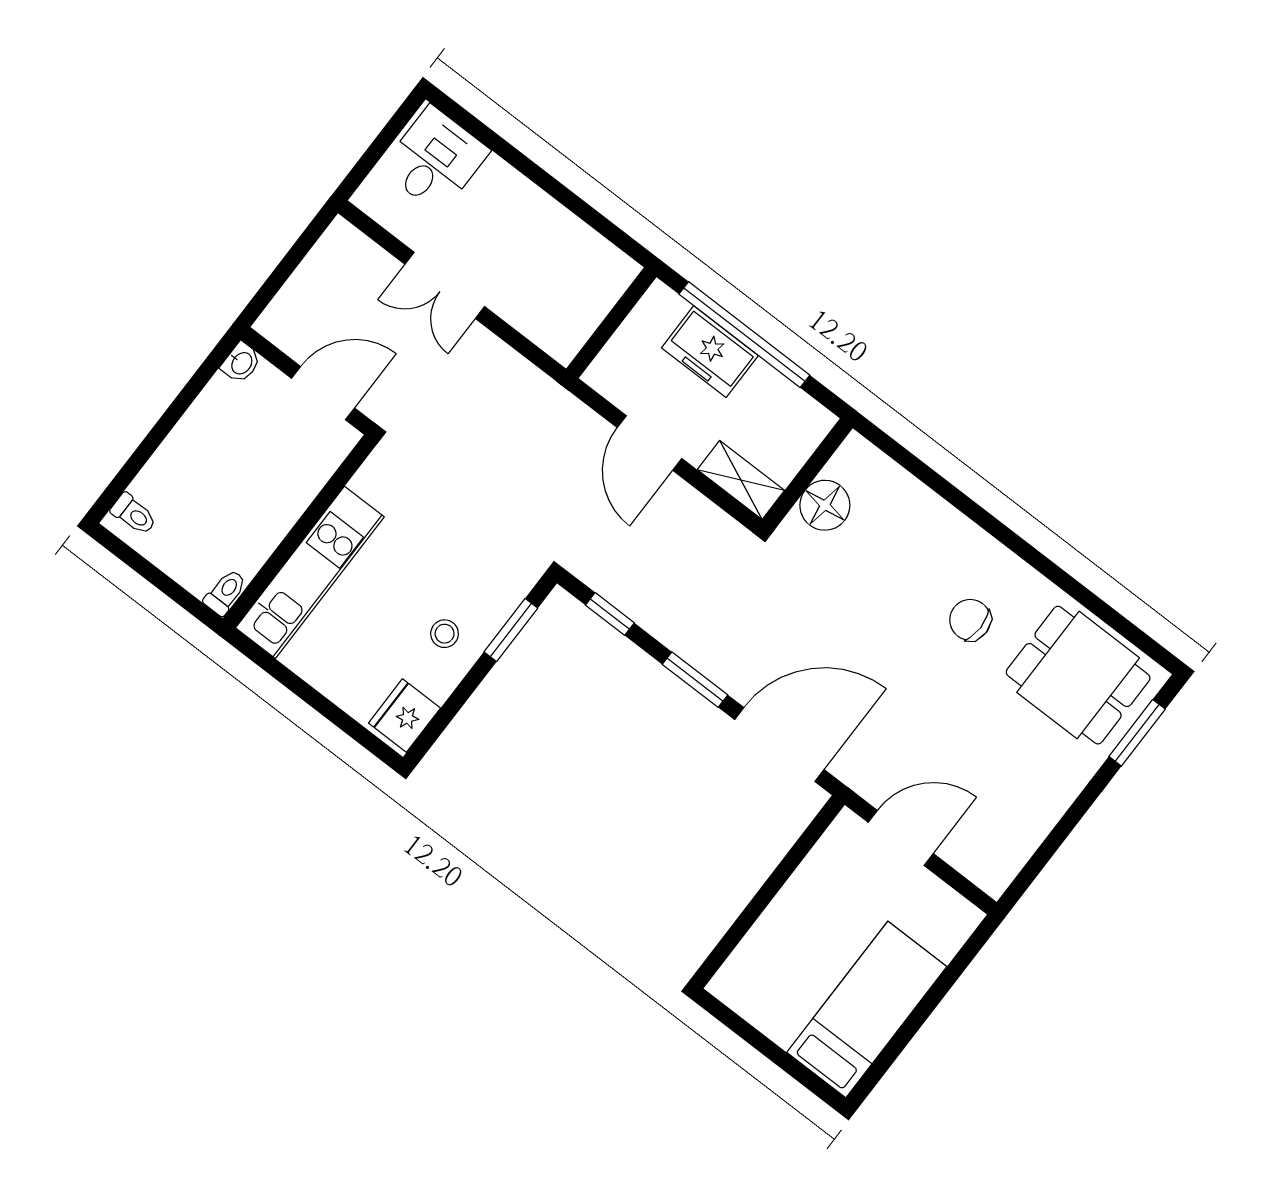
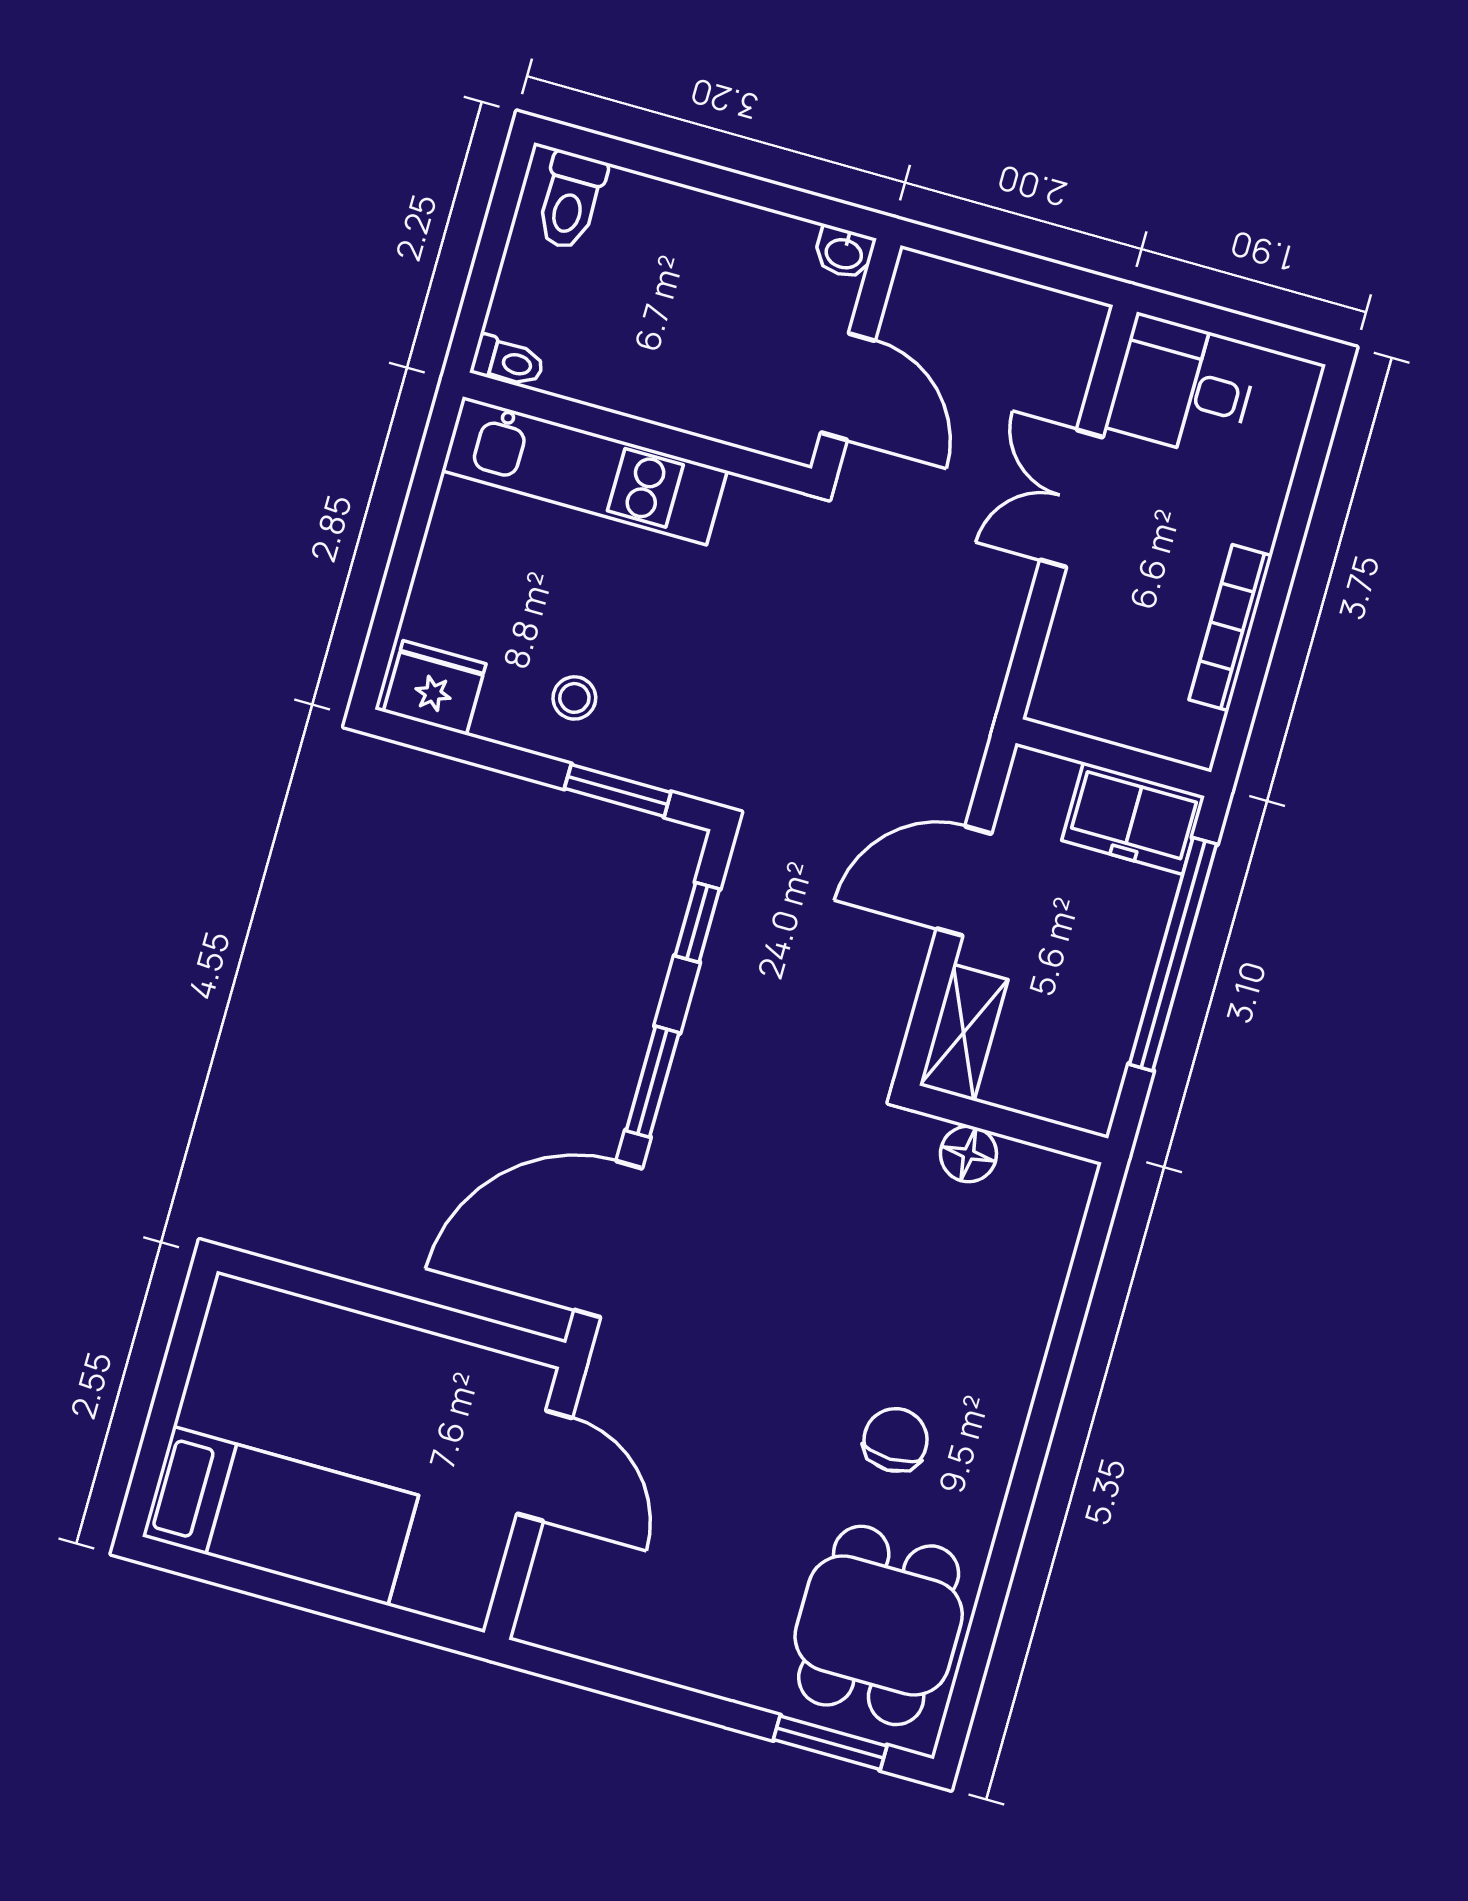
desk: (435, 160) -> (1183, 387), moved, turned 180
bookcase: (561, 221) -> (1230, 628), added
freezer: (710, 352) -> (1133, 818), moved, turned -90
floor lamp: (825, 505) -> (968, 1154), width x0.73, depth x0.73
toilet: (134, 514) -> (570, 201), width x1.37, depth x1.39
door: (779, 745) -> (608, 1239), swing flipped

